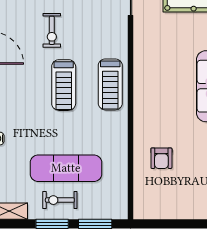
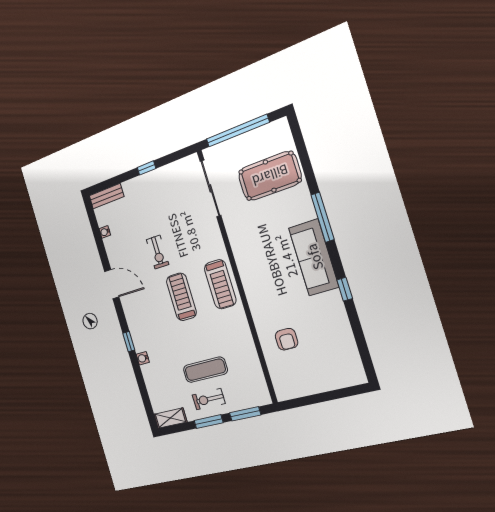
treadmill: (64, 85) -> (181, 297), turned 180
exercise mat: (66, 168) -> (205, 370), width x0.73, depth x0.69

